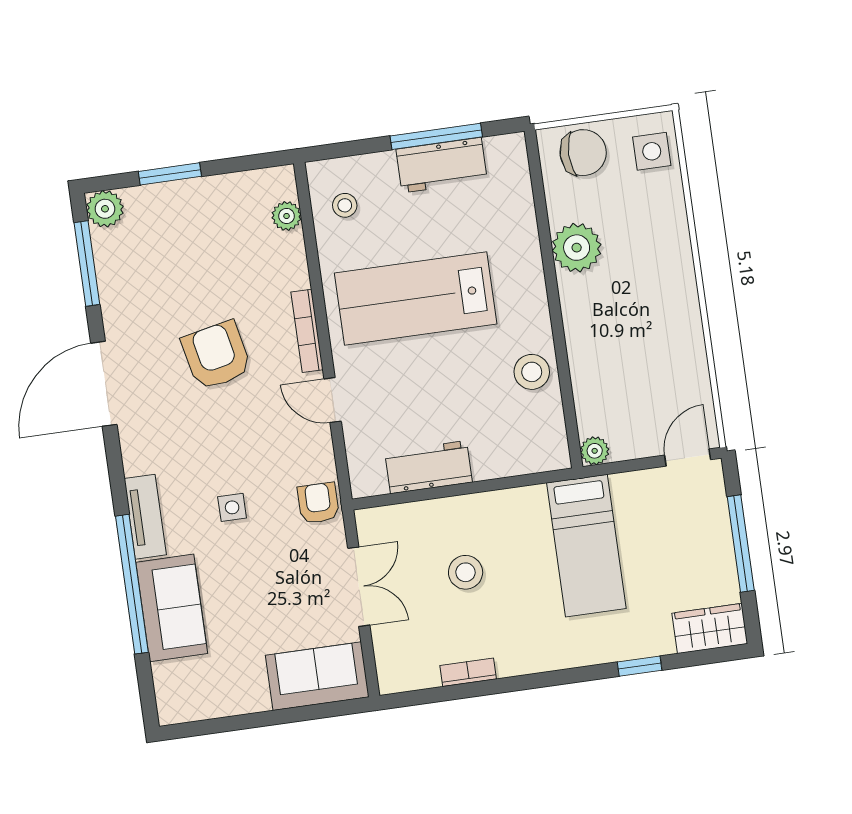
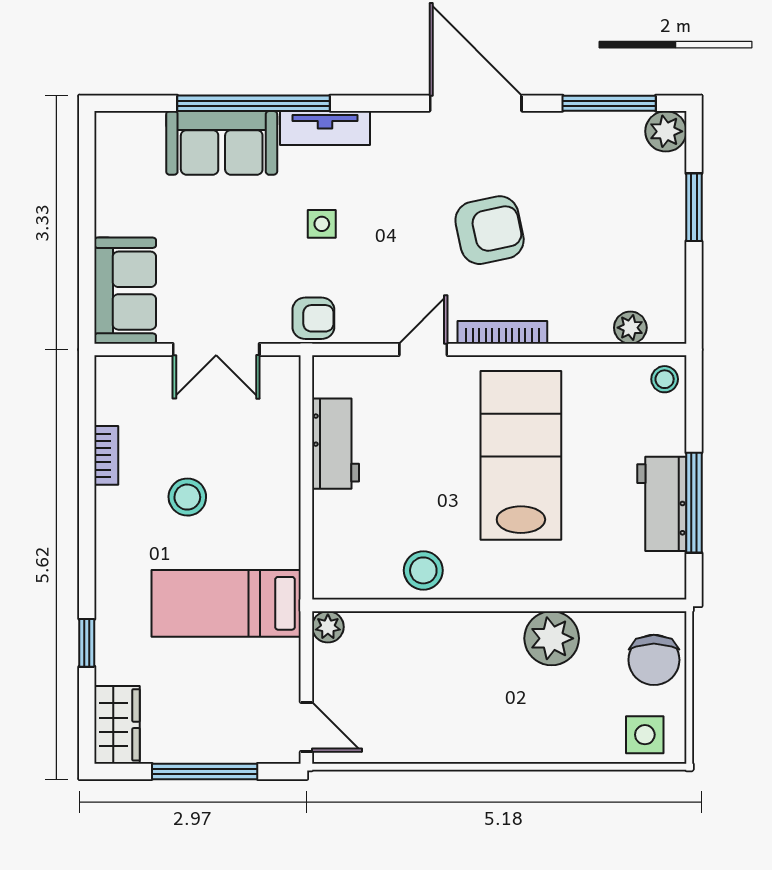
stool: (345, 205) -> (665, 379), moved
stool: (466, 572) -> (187, 497), moved

